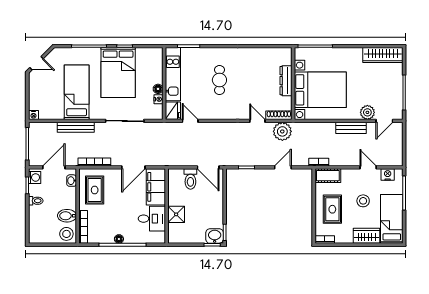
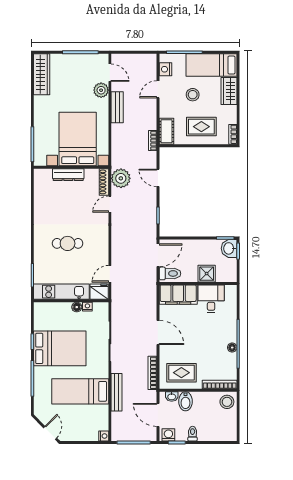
filing cabinet: (156, 187) -> (178, 295), moved
wall: (167, 206) -> (198, 283), moved
shower: (176, 214) -> (207, 274), moved
bidet: (67, 216) -> (186, 401), moved
desk: (152, 219) -> (211, 299), moved

